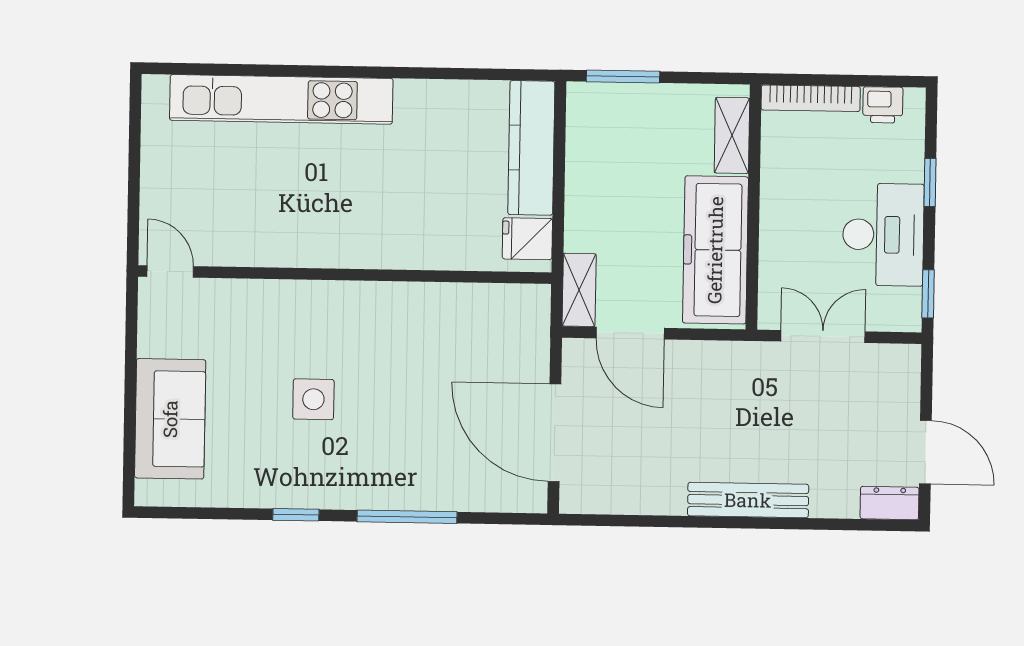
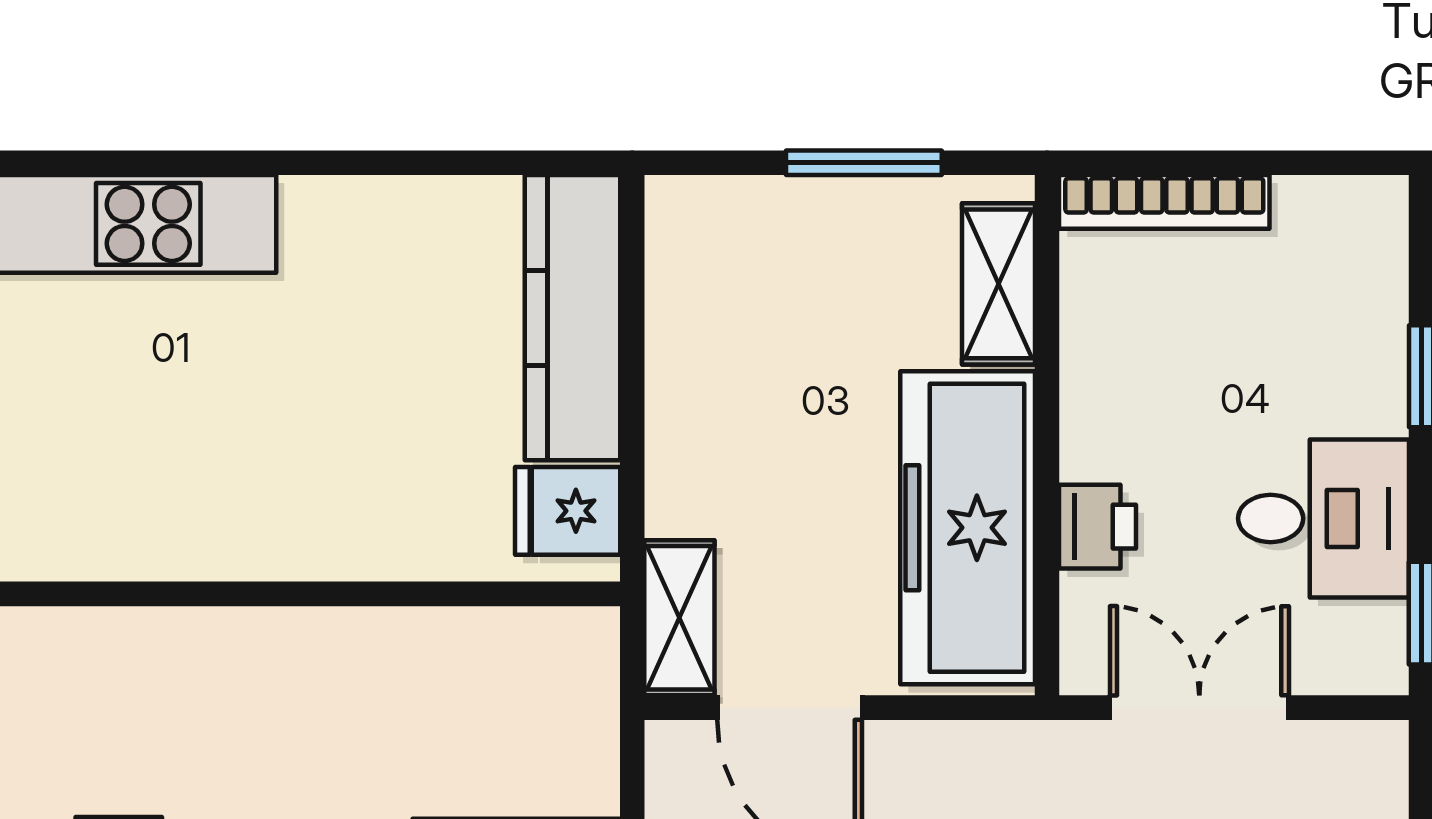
window: (623, 77) -> (864, 163), moved
printer: (883, 105) -> (1097, 527), moved, turned -90
desk: (883, 235) -> (1324, 518), width x0.73

